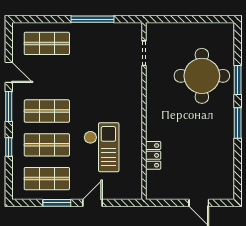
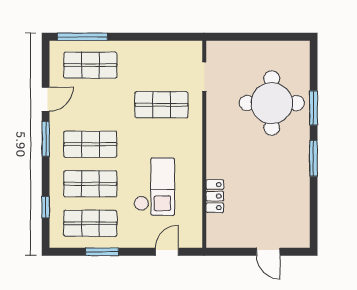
window: (92, 19) -> (82, 37), moved
door: (9, 72) -> (46, 99), hinge flipped
shop shelf: (108, 77) -> (161, 105), added
window: (9, 147) -> (46, 207), moved
door: (93, 203) -> (167, 252), moved

